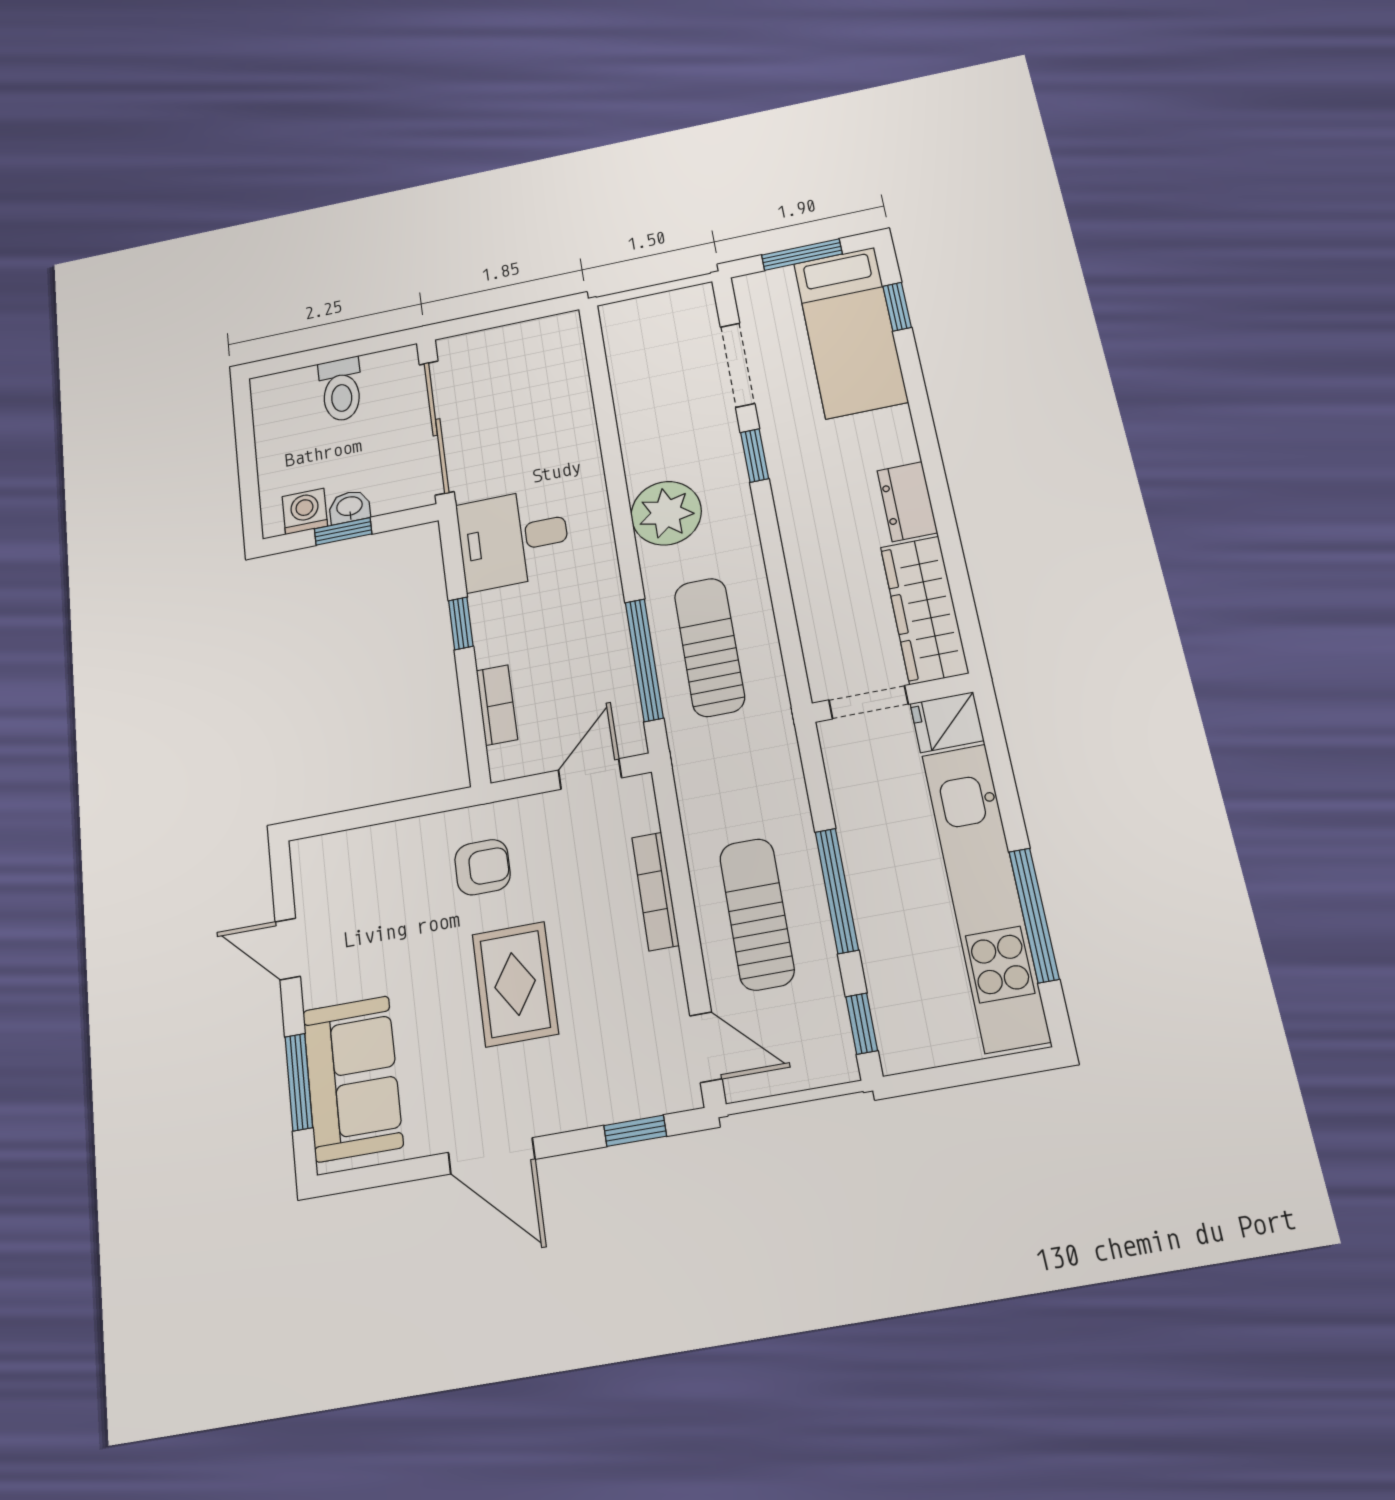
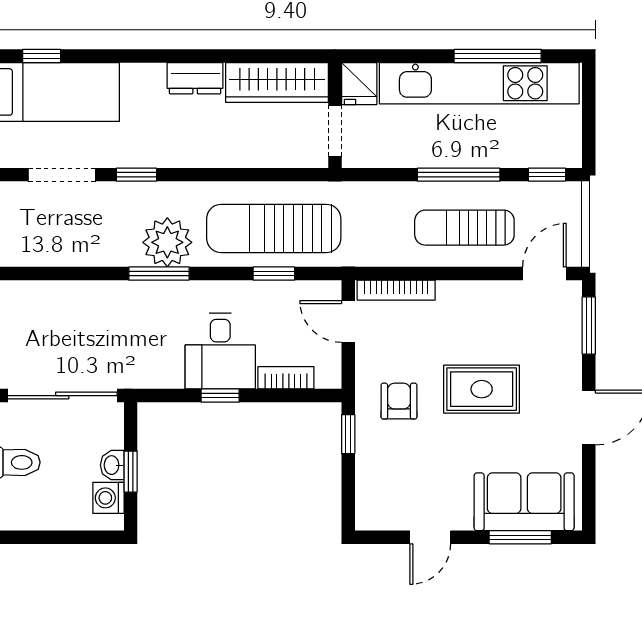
window: (621, 511) -> (159, 274), added
desk: (513, 539) -> (220, 351), moved
sun lounger: (709, 647) -> (274, 228), width x1.36, depth x1.34
window: (644, 660) -> (274, 274), width x0.46
window: (426, 805) -> (348, 434), added
bookcase: (655, 891) -> (396, 290), moved
window: (635, 1131) -> (589, 325), width x1.50

